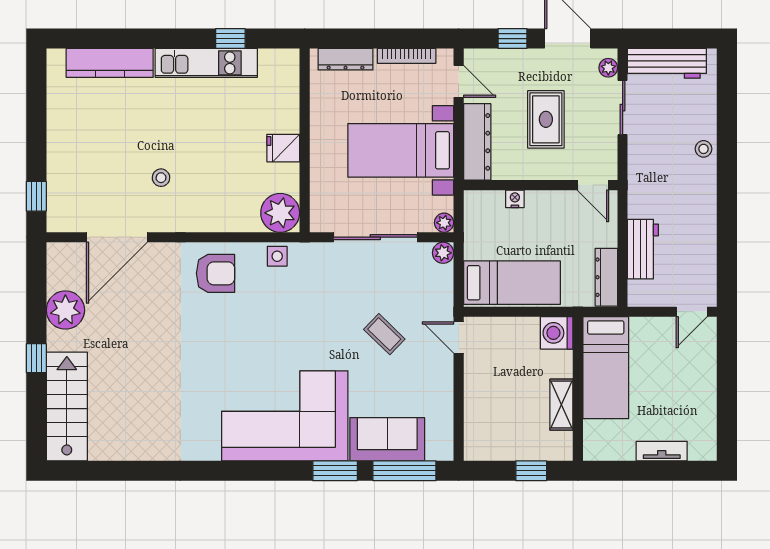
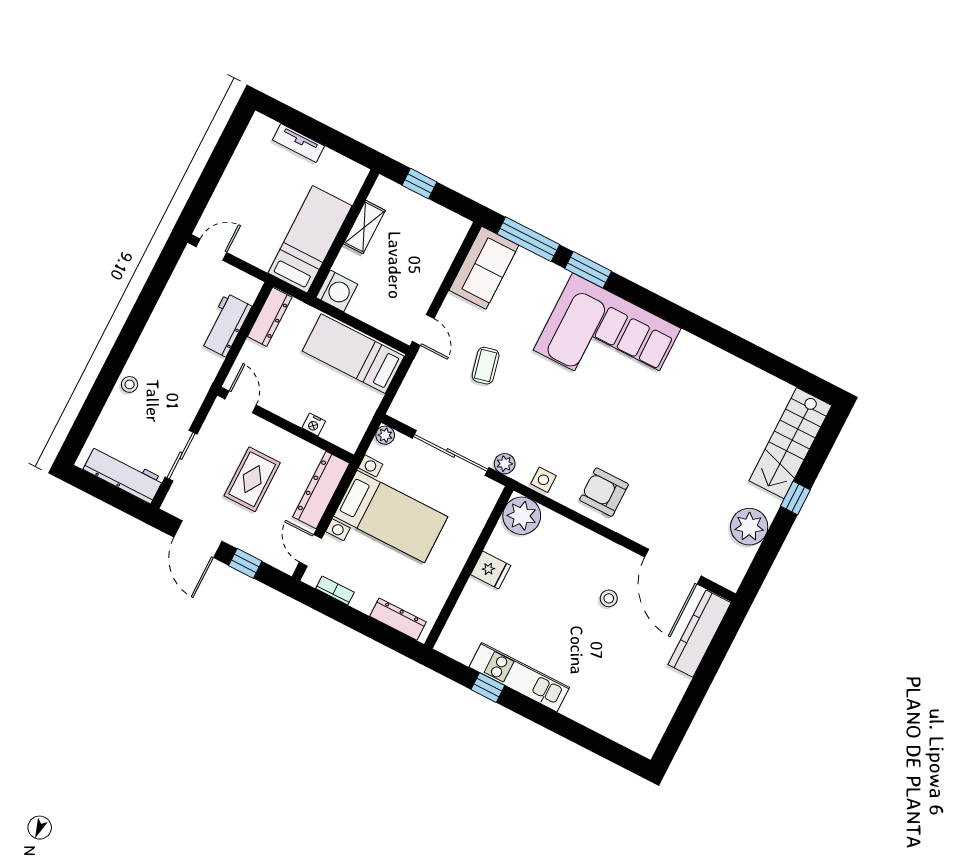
bookcase: (407, 56) -> (335, 590), width x0.64
kitchen counter: (110, 63) -> (699, 634), moved, turned -90
plant: (608, 68) -> (176, 496), removed
window: (36, 196) -> (724, 637), removed
door: (117, 237) -> (673, 567), swing flipped
plant: (443, 253) -> (505, 464), moved
coffee table: (384, 334) -> (486, 366), turned 33
sofa: (387, 439) -> (484, 268), moved, turned -90

